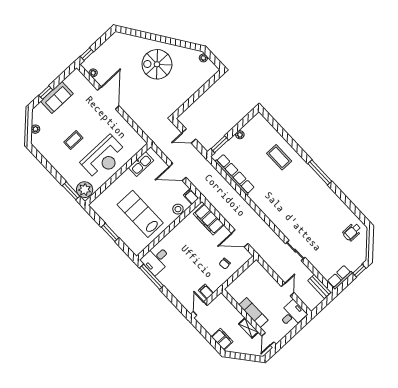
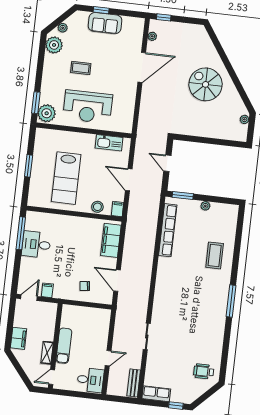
plant: (42, 145) -> (54, 45), added
lab bench: (140, 214) -> (66, 178), turned 180
desk: (156, 260) -> (36, 244), moved

